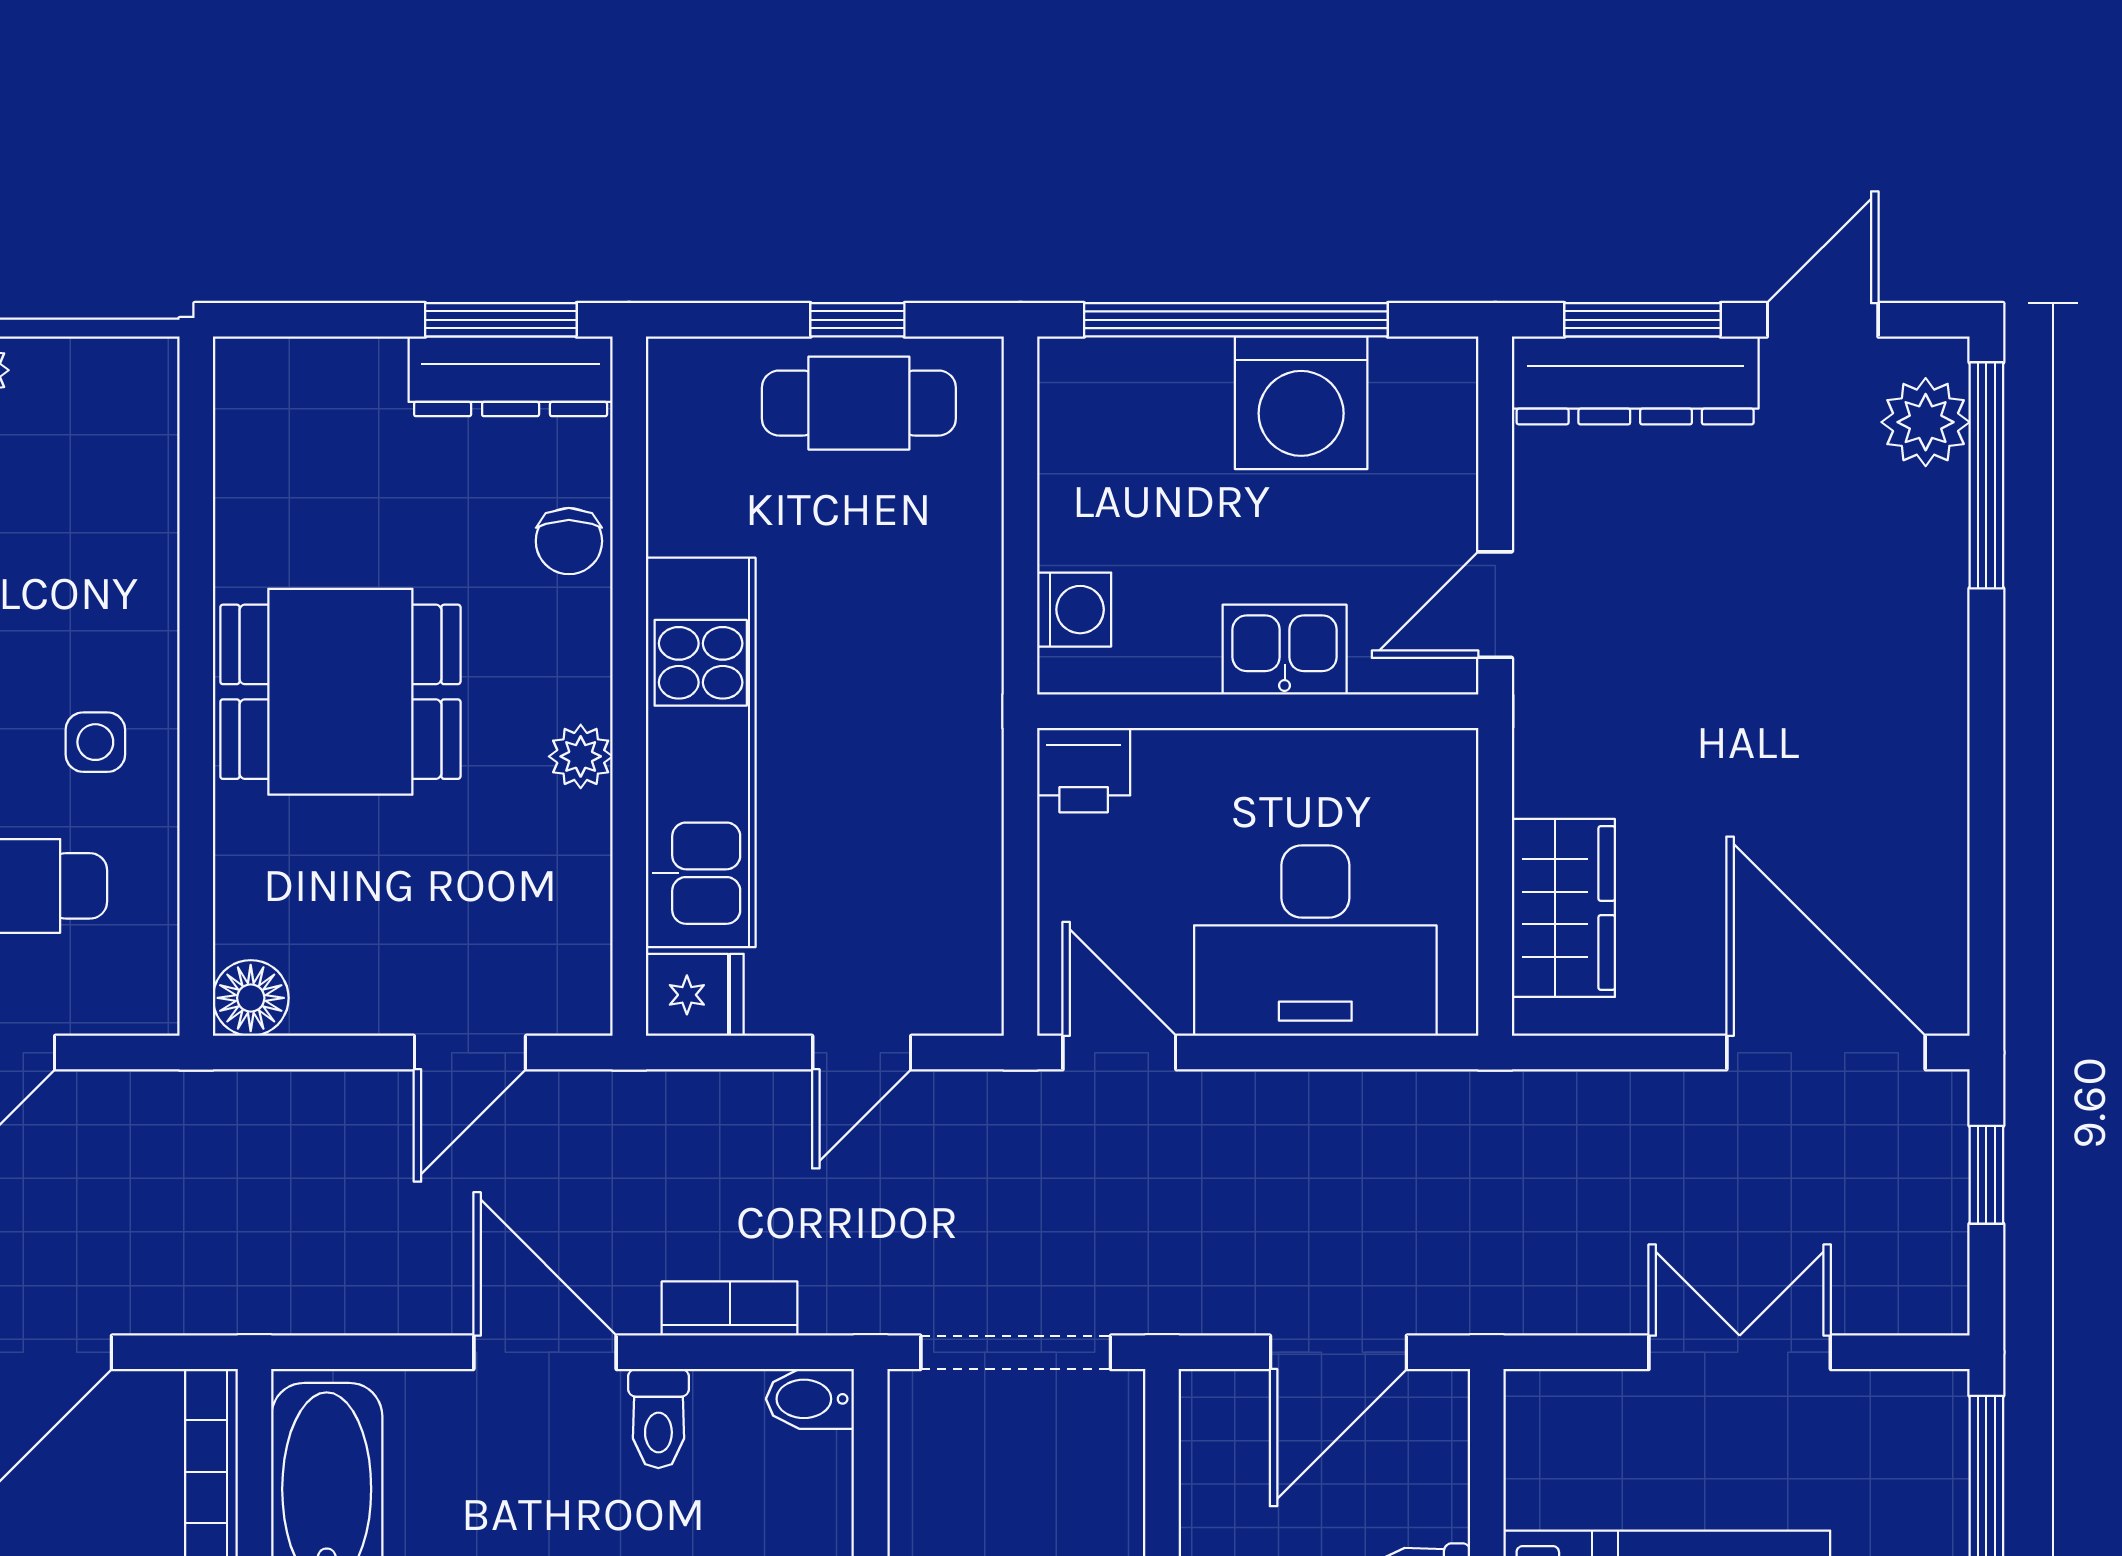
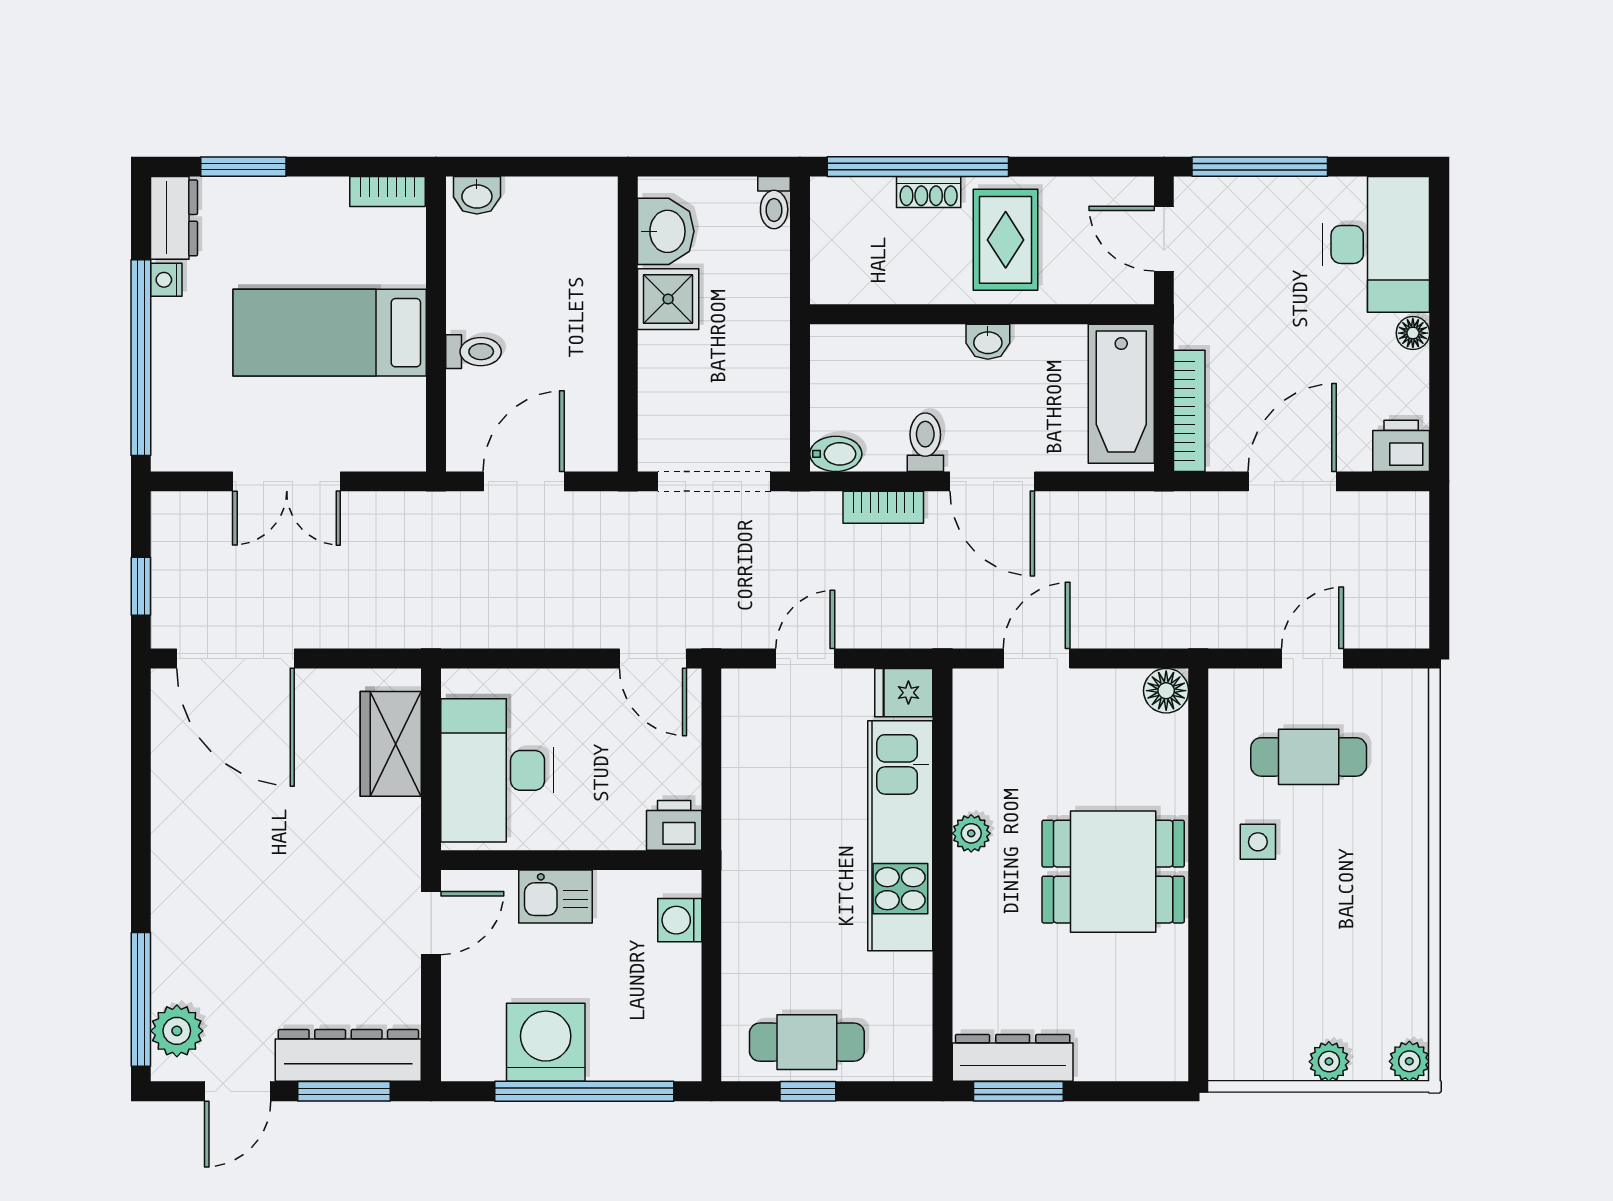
chair: (569, 541) -> (978, 961), removed
desk: (1315, 941) -> (497, 770), moved, turned -90

